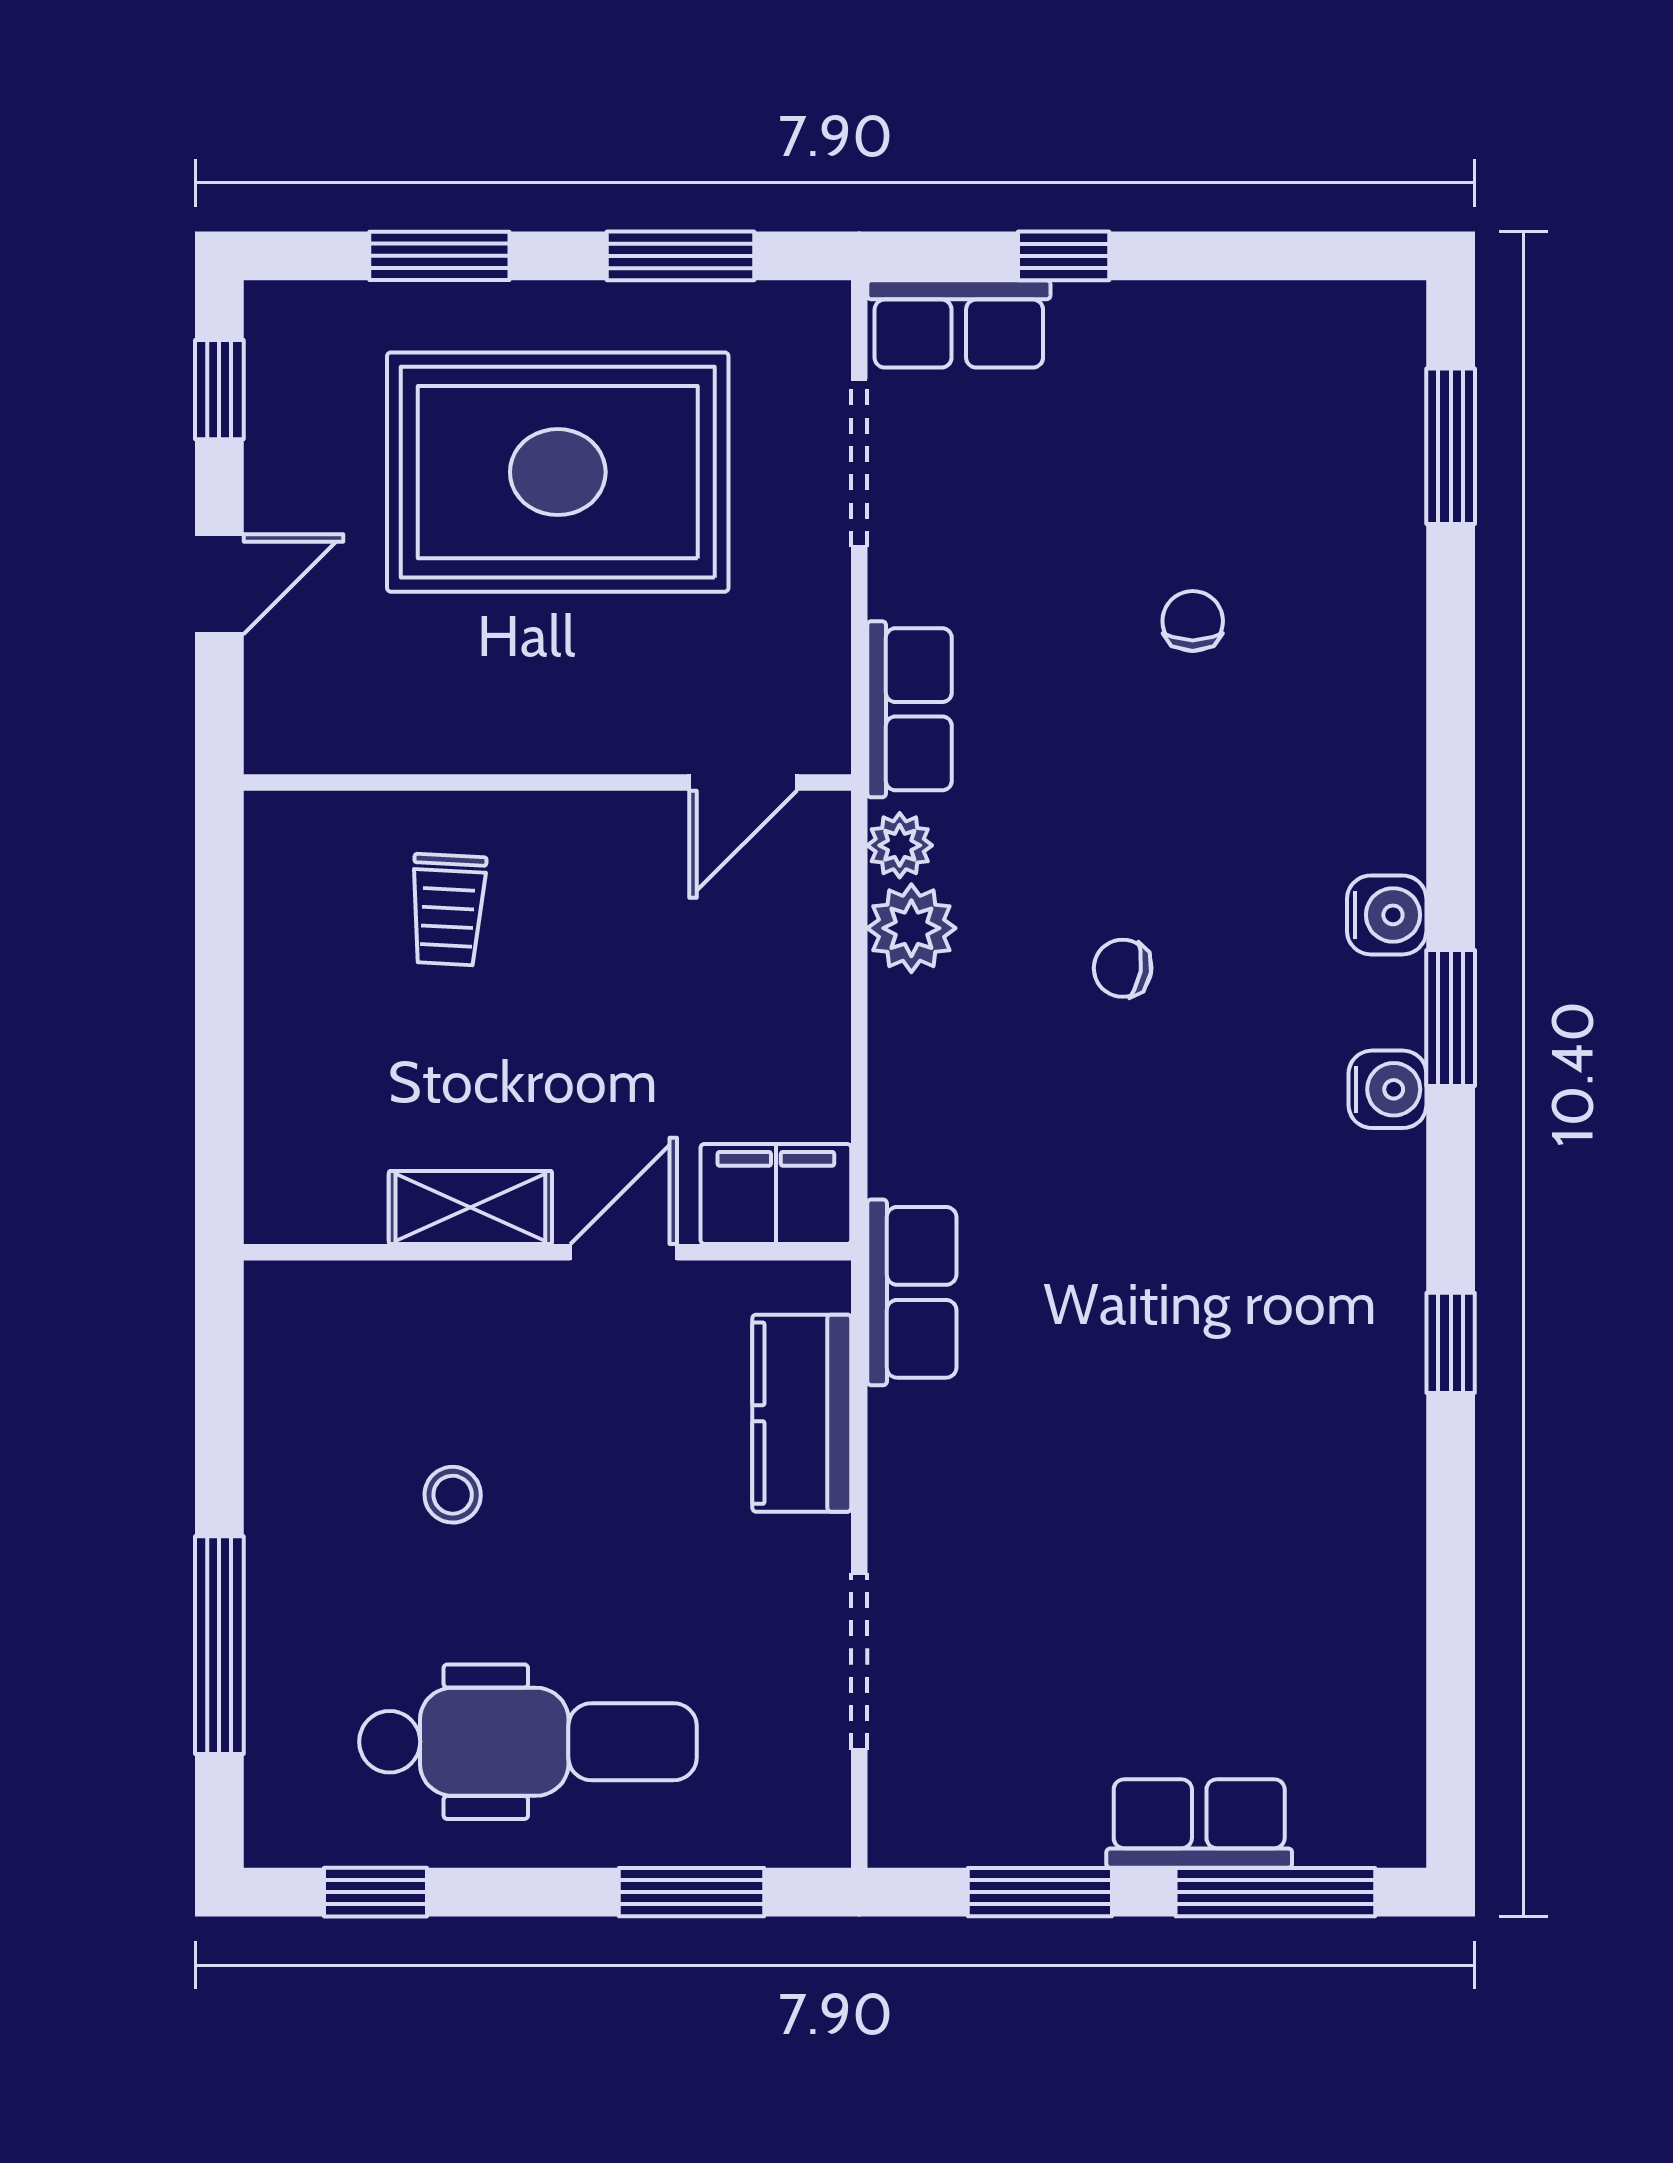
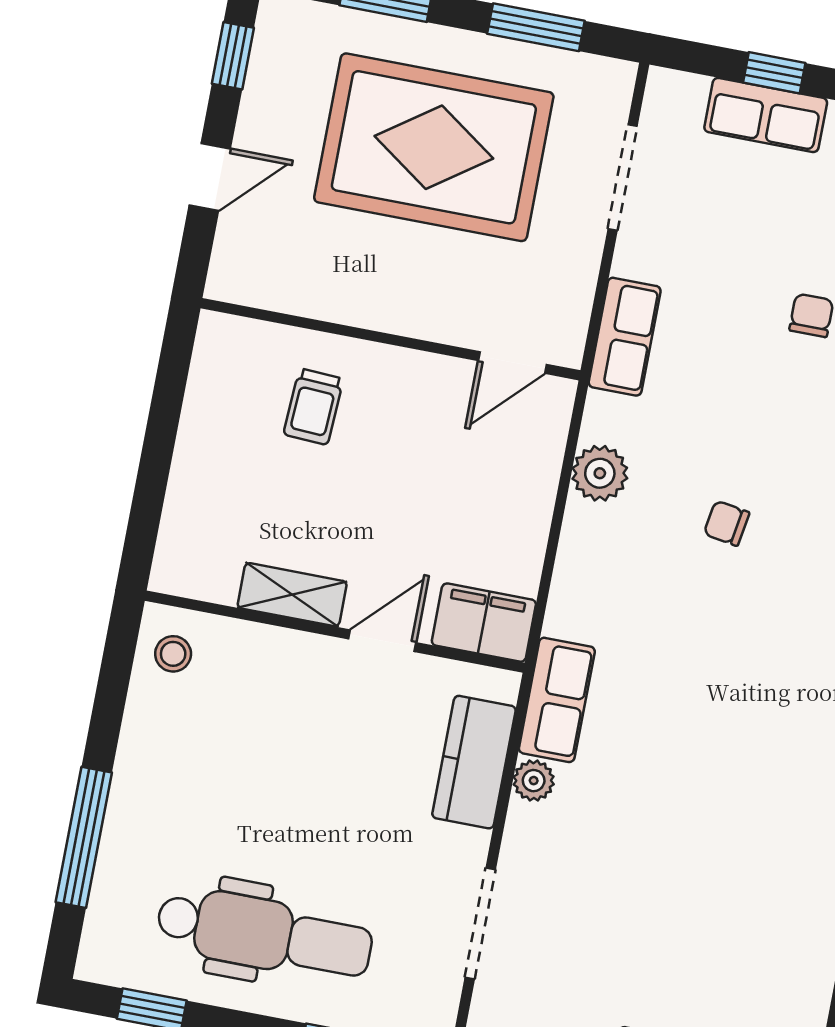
row of seats: (959, 324) -> (766, 115), moved
plant: (900, 845) -> (534, 781), moved
stool: (453, 1495) -> (173, 654), moved

